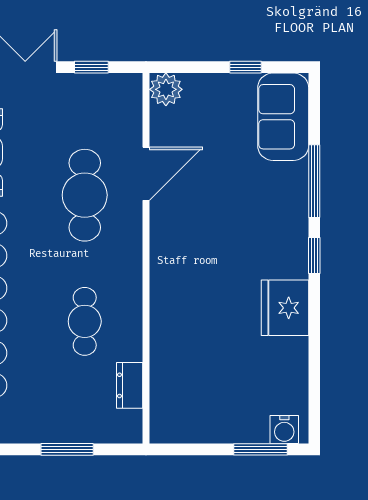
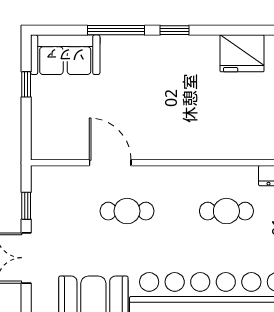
plant: (166, 89) -> (44, 147), removed
cafe table: (85, 195) -> (127, 211), width x0.73, depth x0.74
fridge: (285, 308) -> (242, 53), moved

